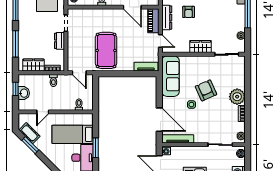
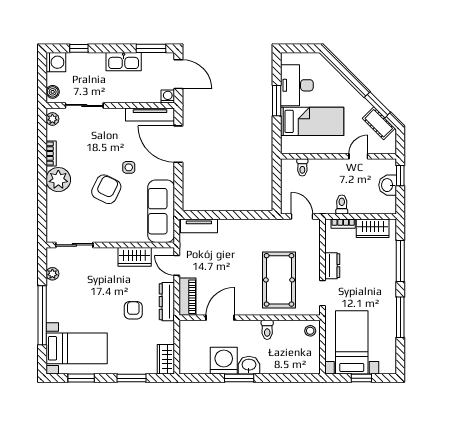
door: (132, 7) -> (220, 318), hinge flipped
wardrobe: (200, 47) -> (135, 257), moved
pool table: (106, 50) -> (279, 280), moved
window: (16, 89) -> (400, 176), moved
armchair: (206, 90) -> (106, 189), turned -130

